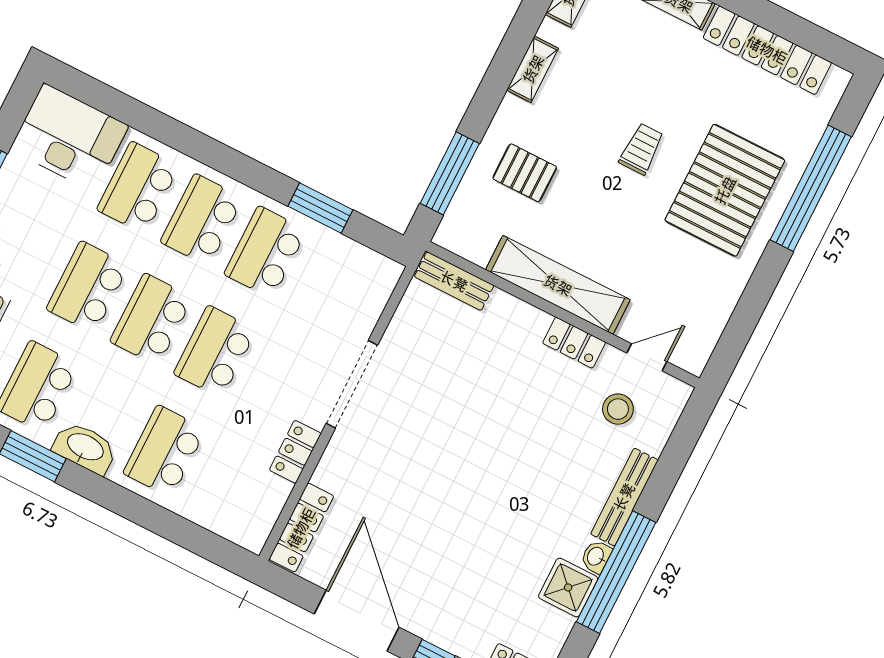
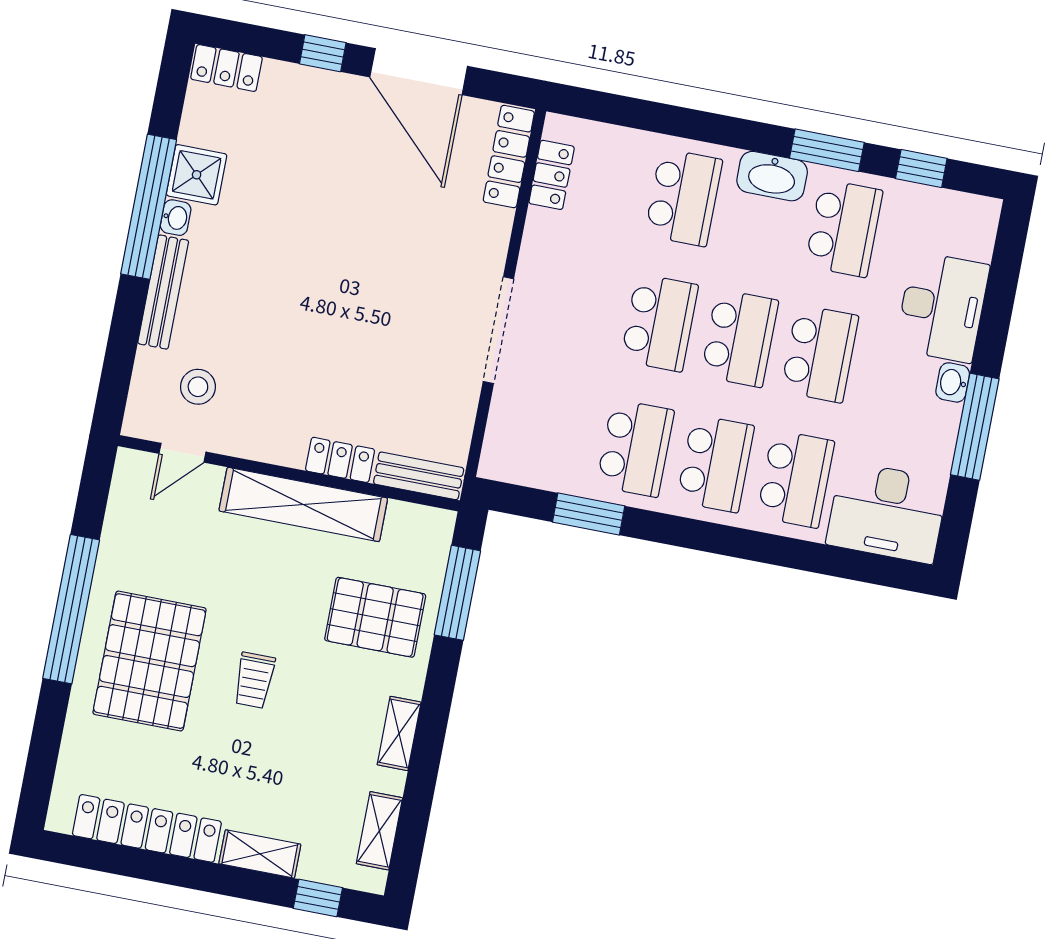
pallet: (525, 173) -> (375, 617), width x1.50, depth x1.42
window: (811, 188) -> (71, 609), moved
locker: (574, 343) -> (340, 460), moved
locker: (295, 452) -> (552, 175), moved

